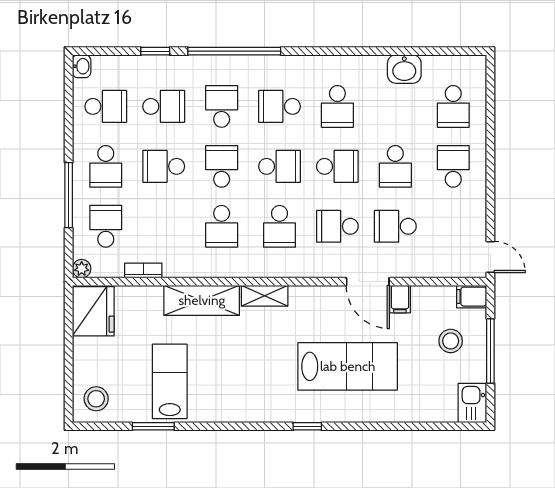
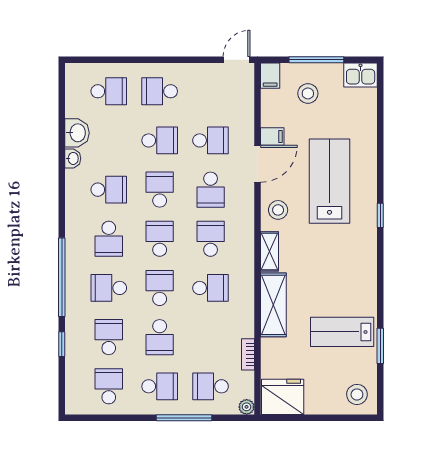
washbasin: (82, 66) -> (73, 158), moved, turned 90
school desk: (222, 166) -> (160, 288), turned 90
school desk: (279, 226) -> (211, 239), turned -90
school desk: (395, 226) -> (211, 140), turned -90
stool: (313, 306) -> (278, 210), added

